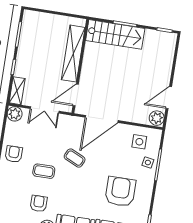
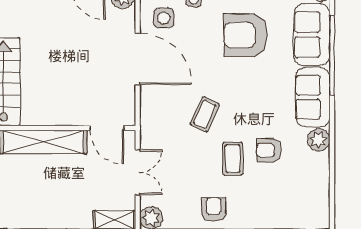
door: (102, 119) -> (138, 59), moved
armchair: (14, 154) -> (214, 209), turned 90
armchair: (39, 204) -> (269, 150), moved

